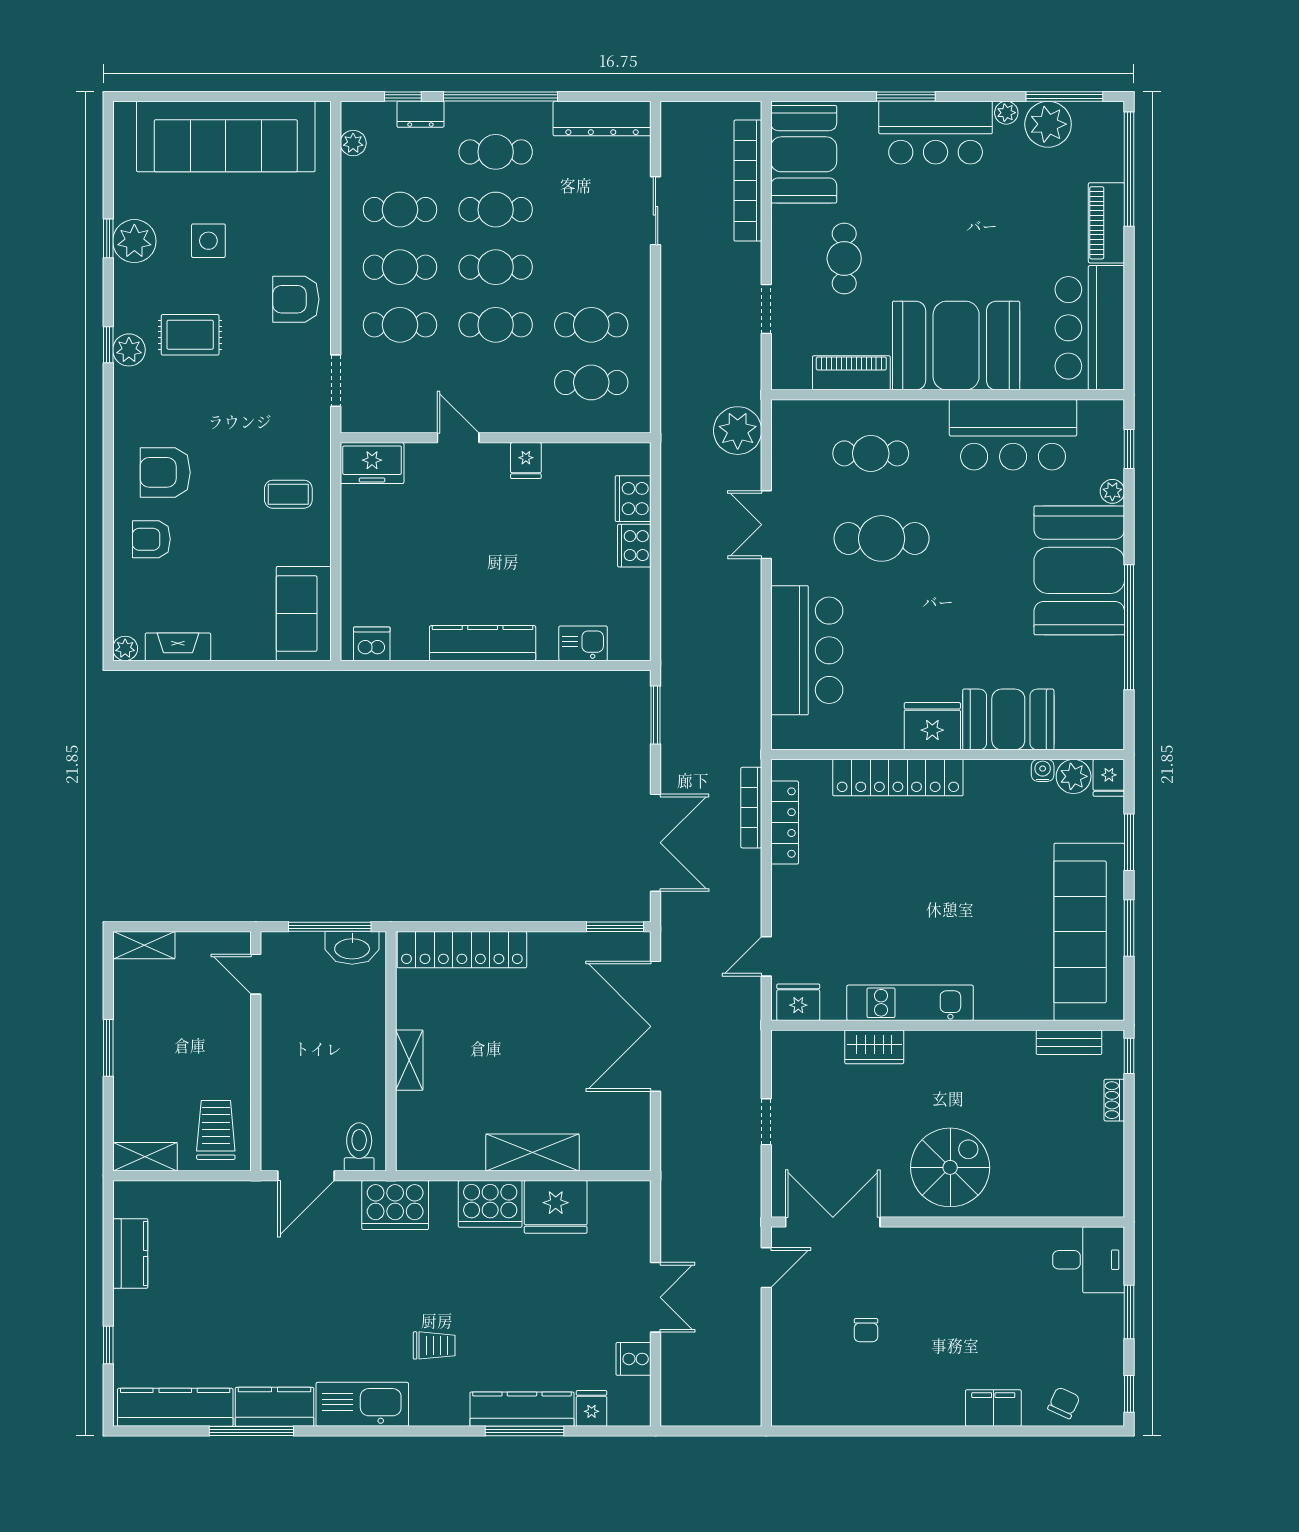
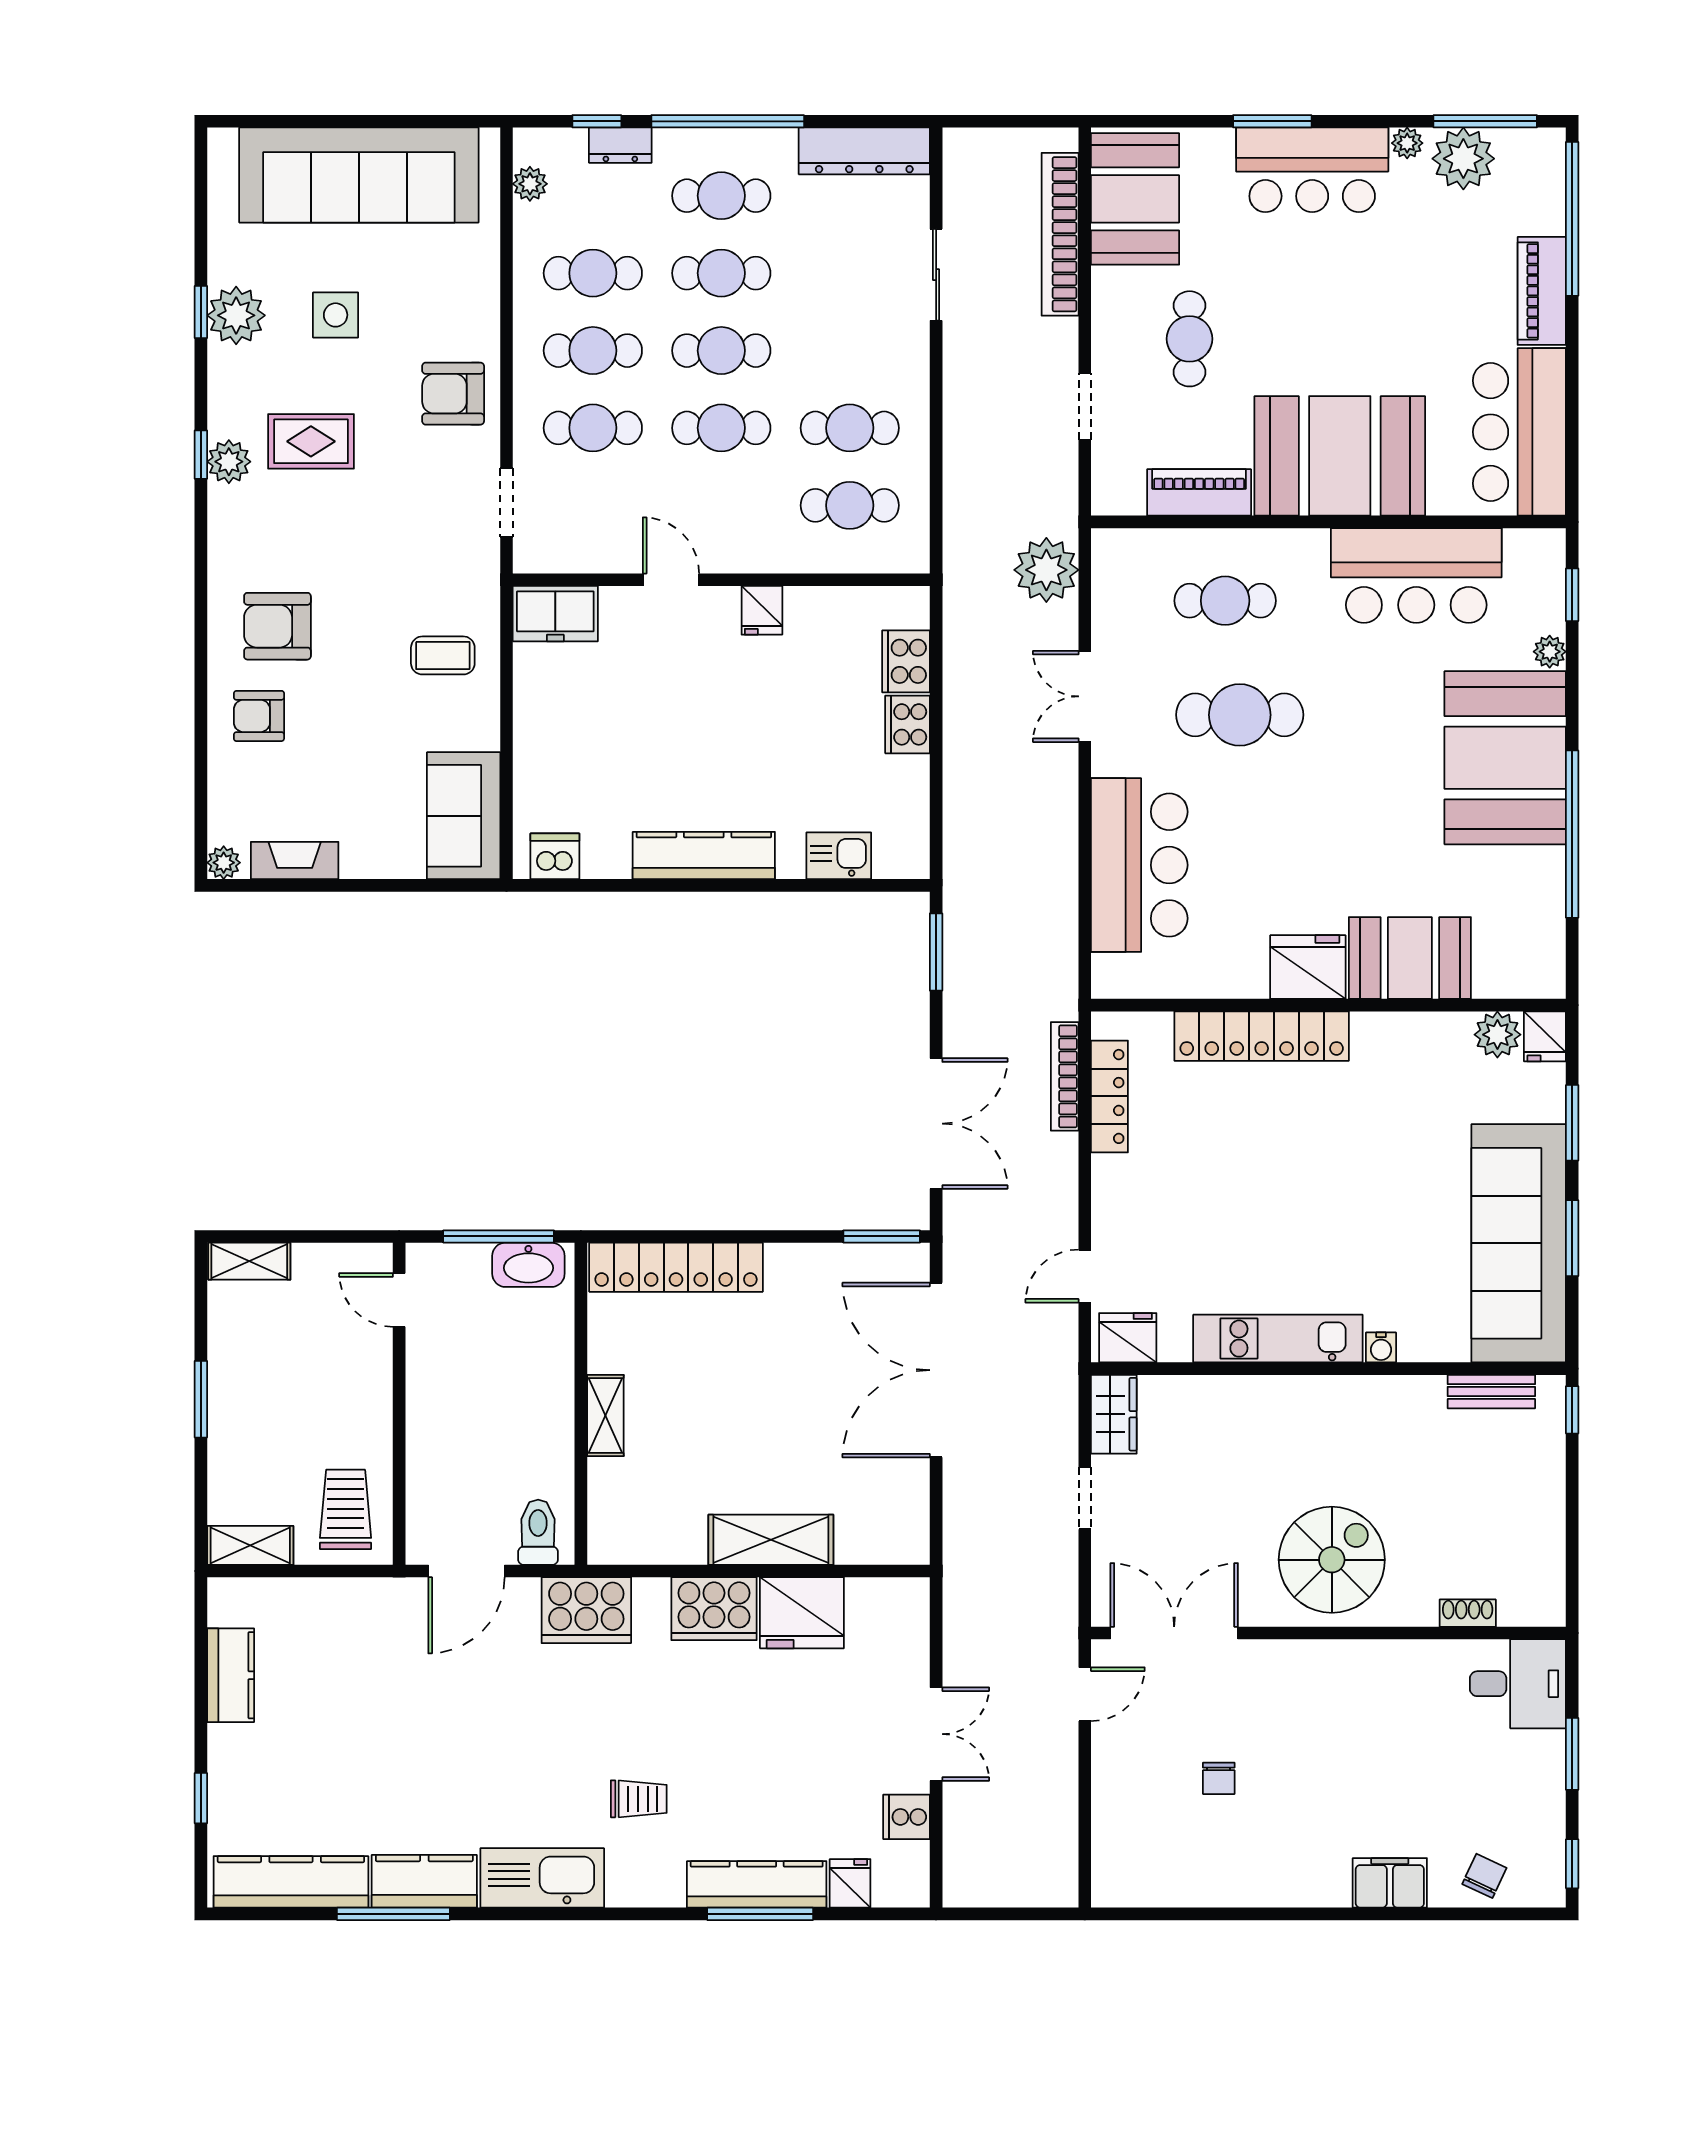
water cooler: (1043, 770) -> (1381, 1347), moved, turned 180
wardrobe: (874, 1047) -> (1114, 1414), moved, turned -90
shoe rack: (1114, 1100) -> (1468, 1613), moved, turned 90

